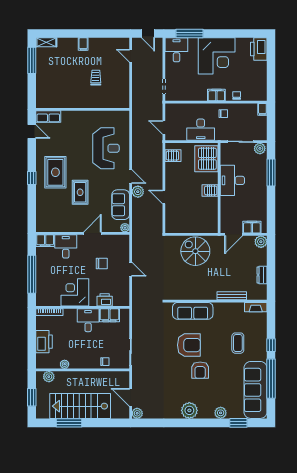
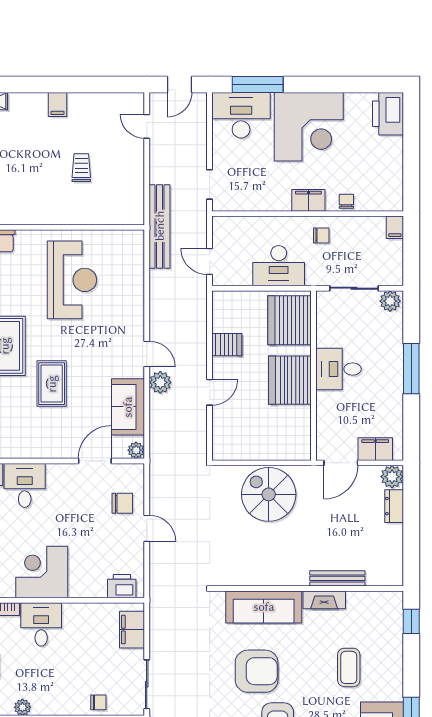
door: (148, 33) -> (179, 85), hinge flipped
desk: (176, 50) -> (241, 115), width x1.37
bench: (137, 109) -> (160, 226), added
reception desk: (106, 148) -> (72, 280), moved
server rack: (173, 156) -> (227, 345), moved
window: (271, 172) -> (411, 369), moved
desk: (232, 180) -> (339, 369), width x0.73
server rack: (210, 190) -> (290, 380), width x2.18, depth x1.44
door: (164, 197) -> (210, 392), swing flipped
door: (92, 233) -> (95, 461), moved
chair: (102, 264) -> (122, 503), moved
dresser: (262, 275) -> (394, 506), moved
printer: (105, 300) -> (122, 586), moved
fireplace: (256, 307) -> (324, 600), moved
filing cabinet: (109, 315) -> (132, 630), moved, turned 90
desk: (88, 320) -> (41, 624), moved
window: (271, 345) -> (411, 621), moved

